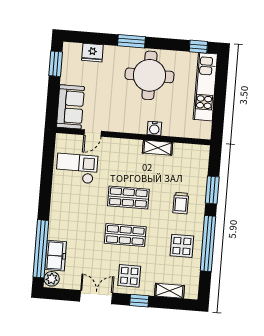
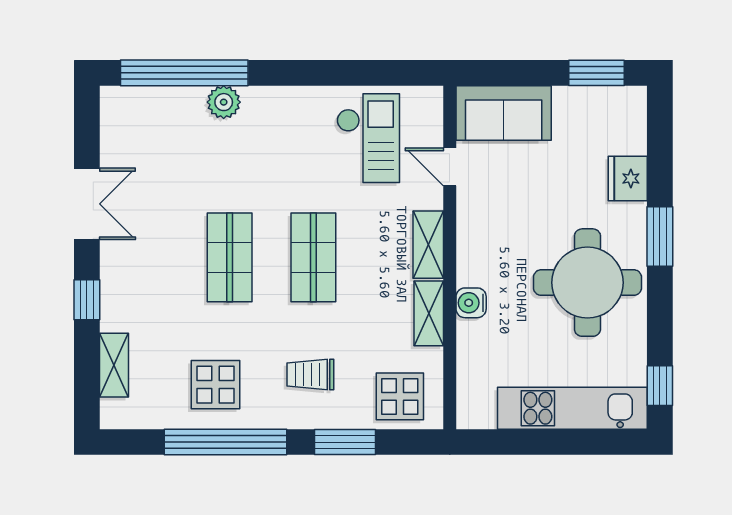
fridge: (92, 53) -> (628, 178), moved
shelving: (127, 145) -> (428, 245), added
freezer: (56, 256) -> (172, 107), removed
display table: (129, 276) -> (400, 396), moved
plant: (52, 279) -> (224, 102), moved

